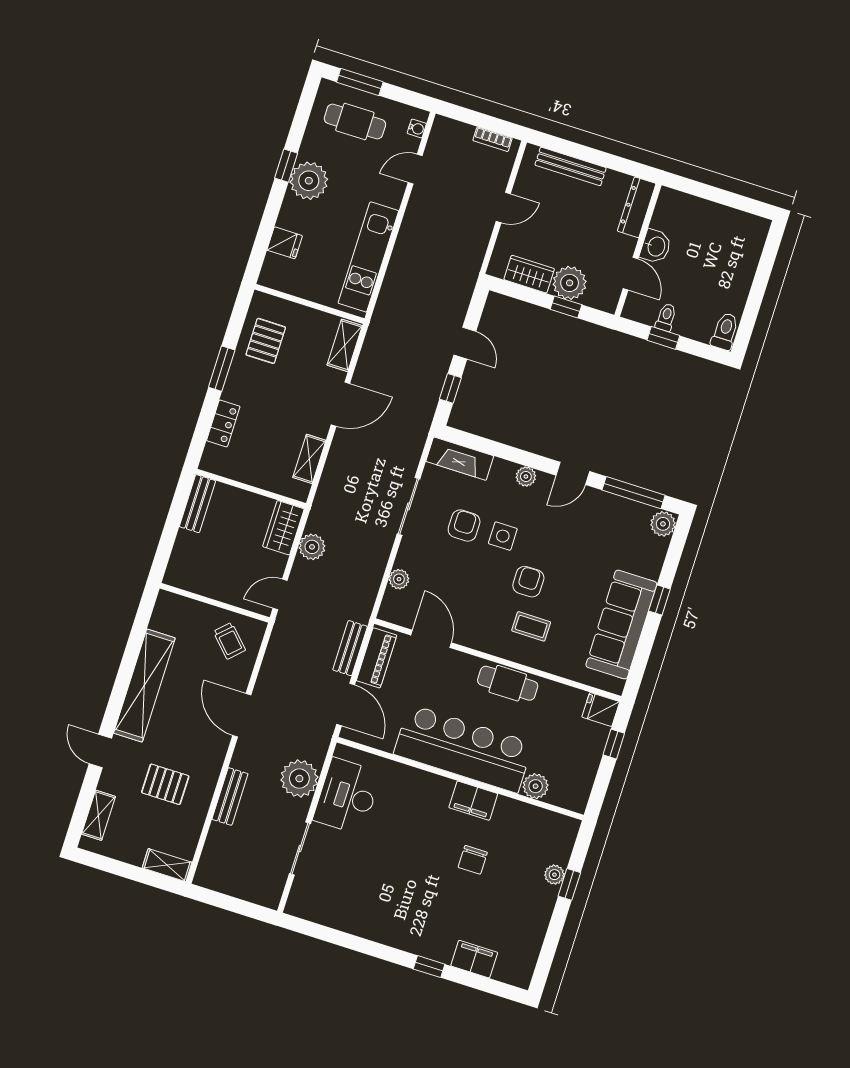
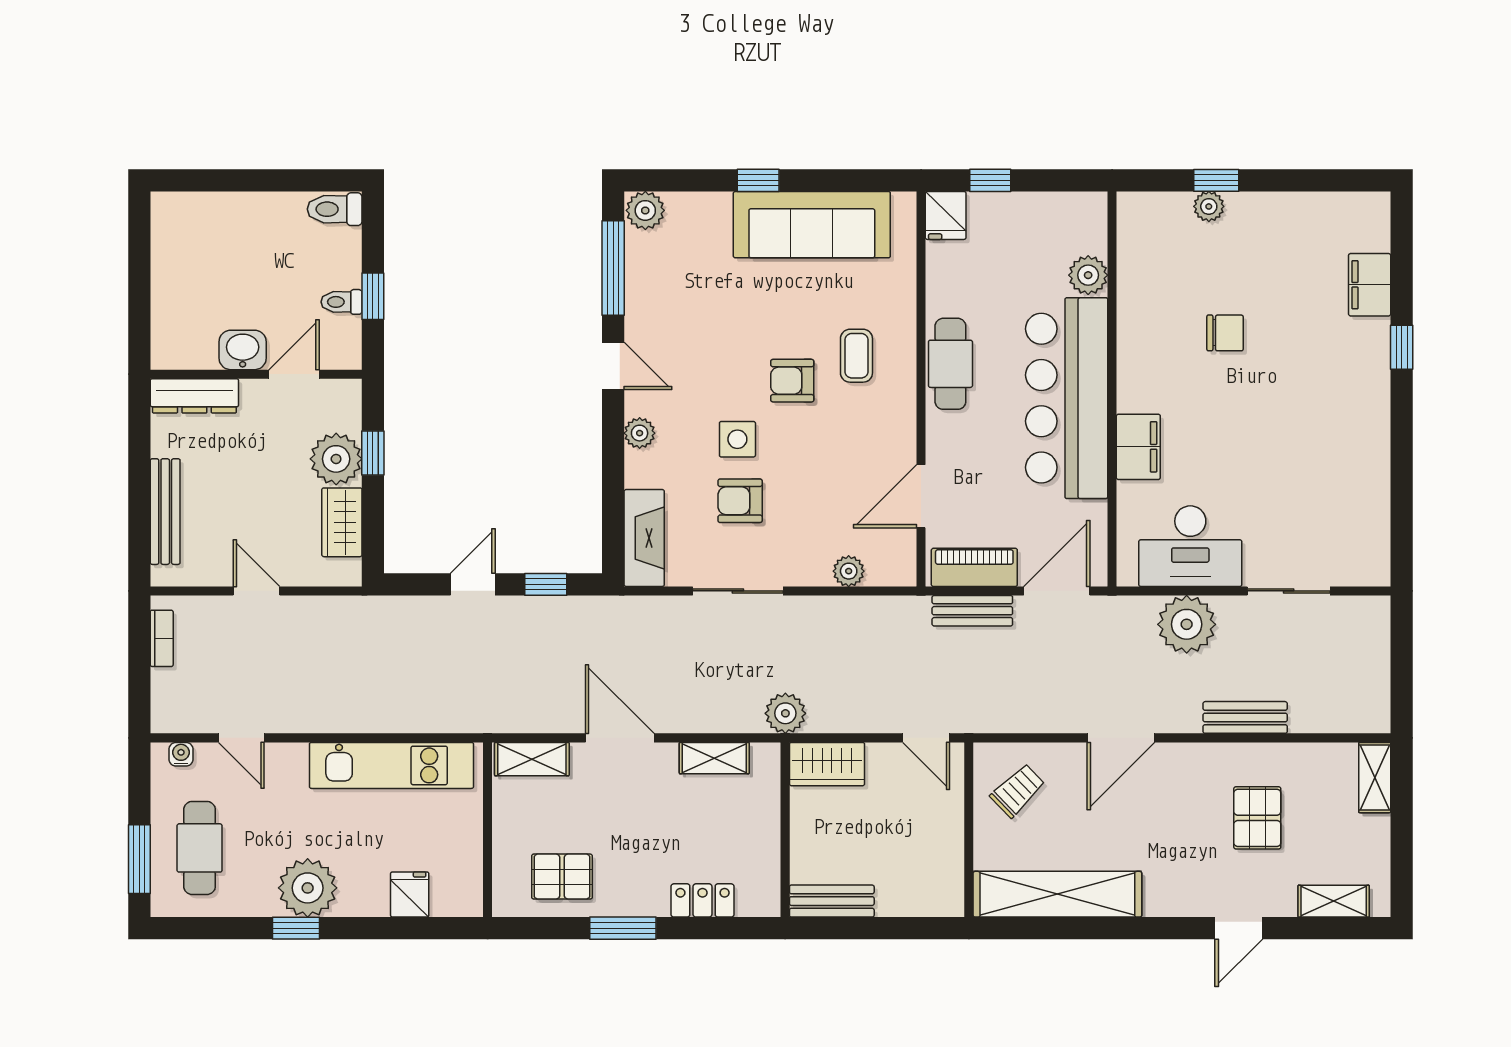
plant: (312, 547) -> (785, 713), moved
shelving: (144, 685) -> (1057, 894), moved
filing cabinet: (473, 801) -> (1138, 447), moved

